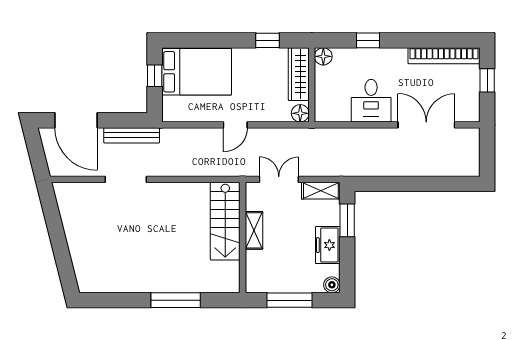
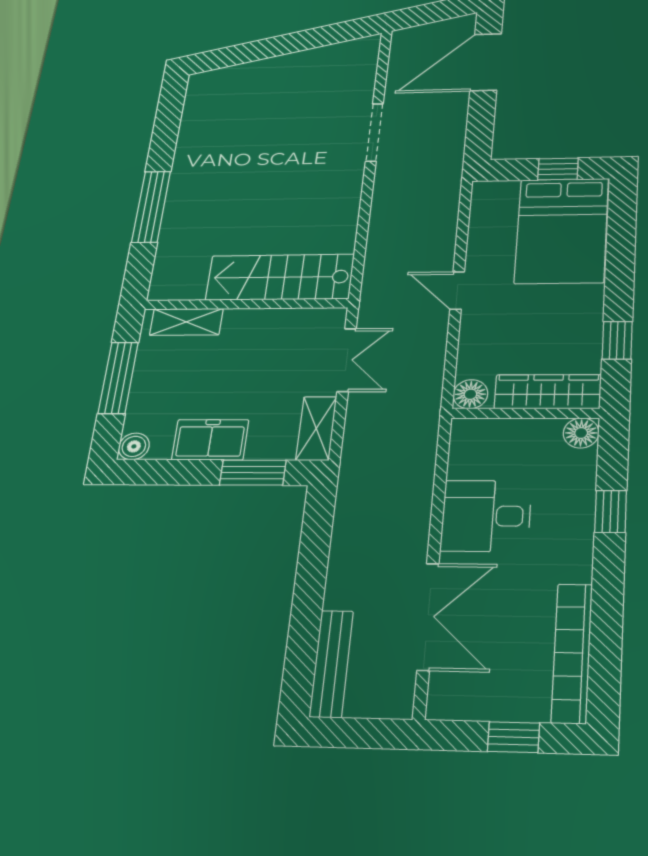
bench: (132, 135) -> (331, 664), moved
shelving: (254, 230) -> (186, 322), moved

